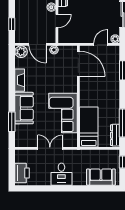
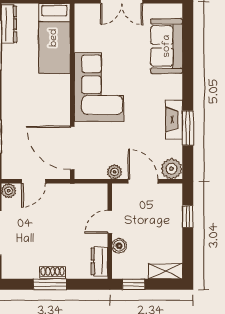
sofa: (24, 108) -> (167, 46), moved
corner sofa: (63, 113) -> (99, 87), moved
window: (12, 122) -> (188, 128), moved

